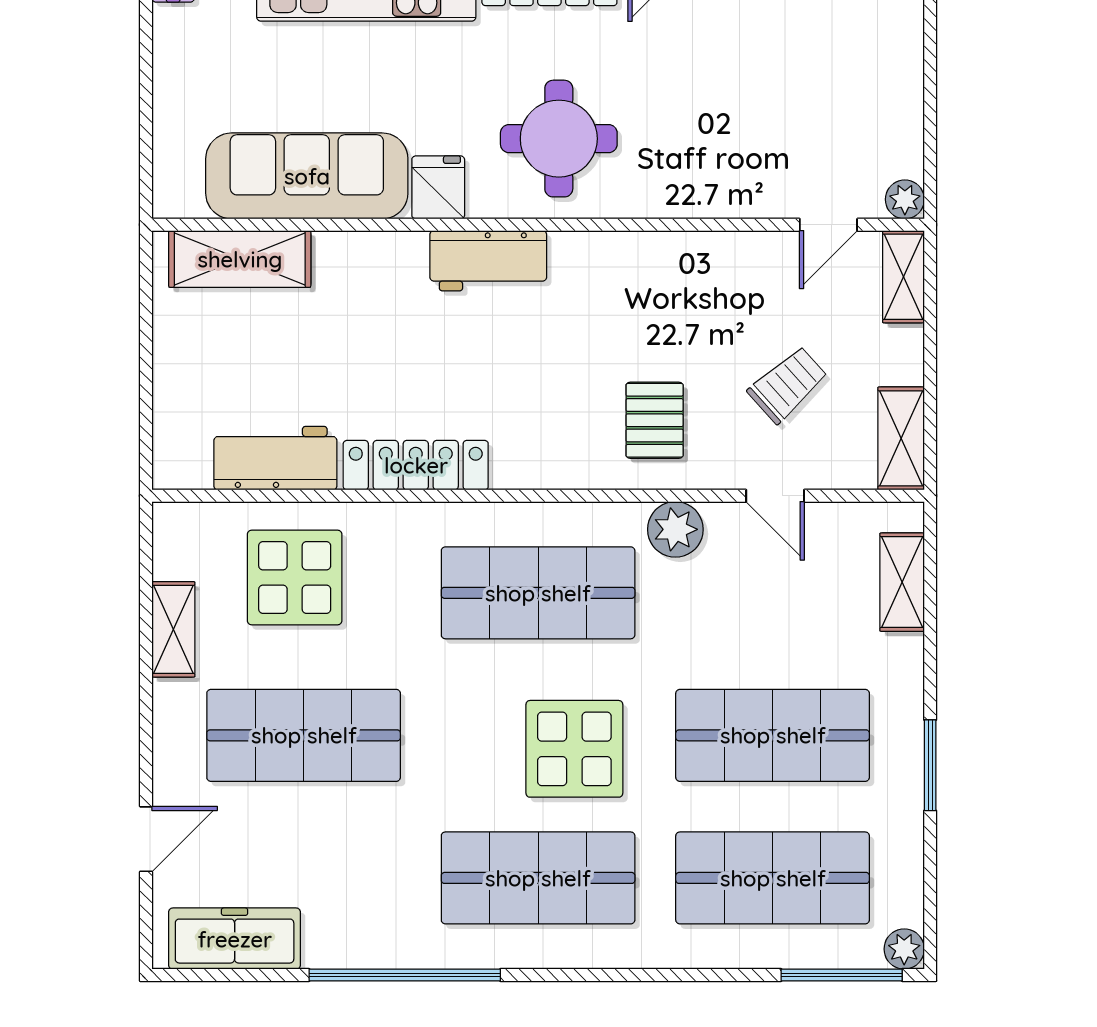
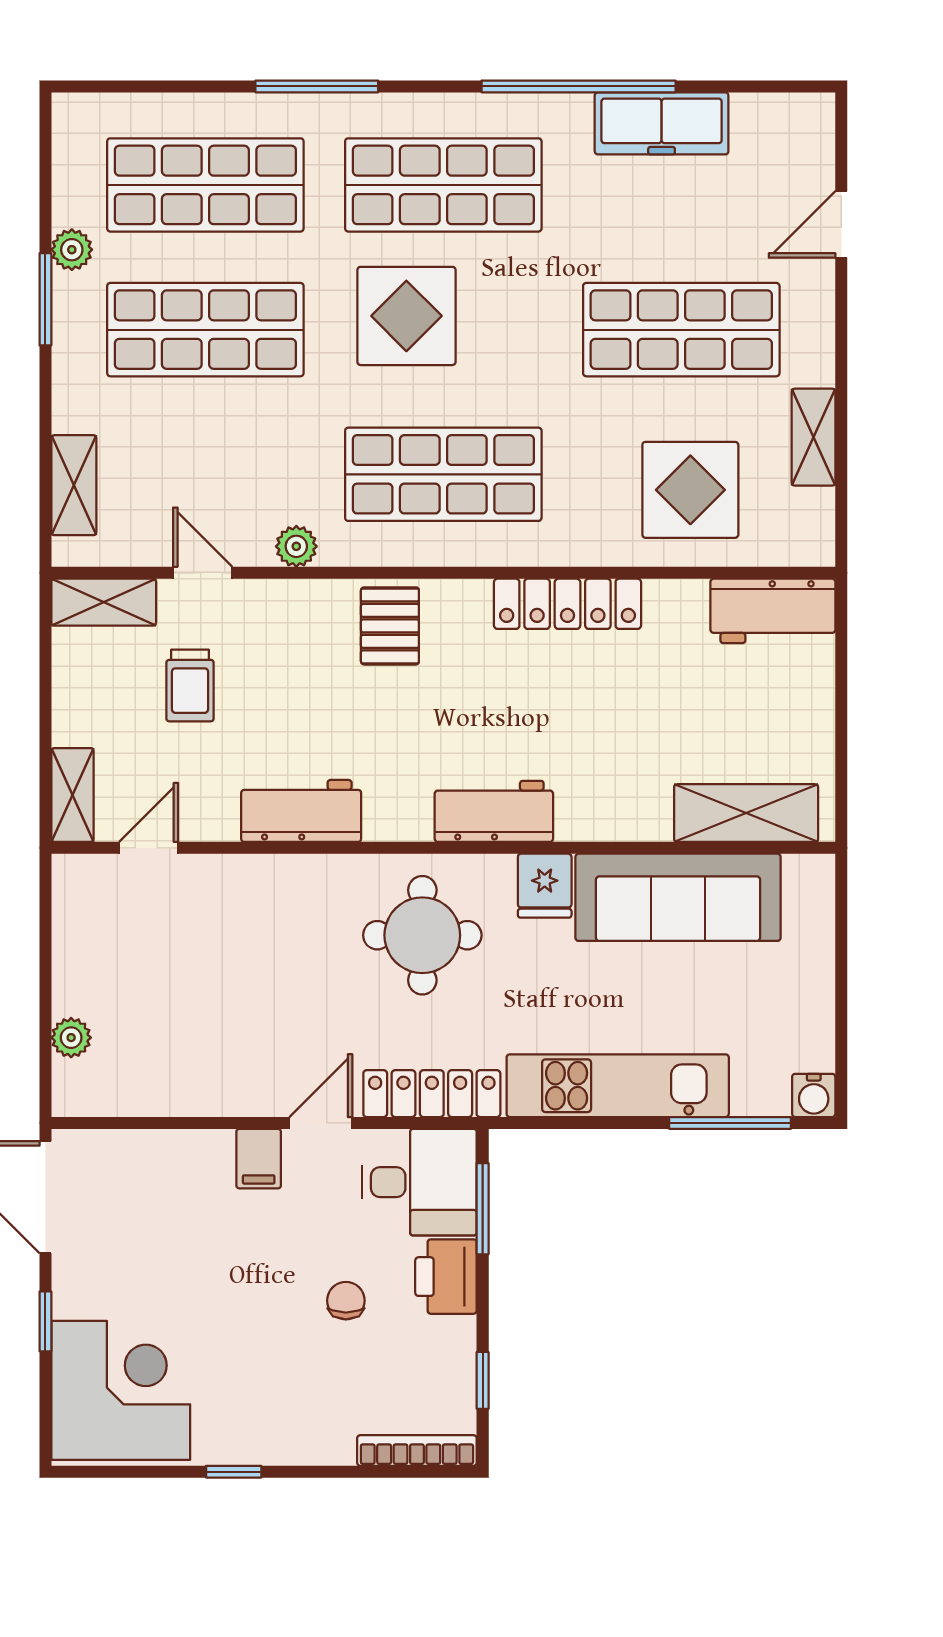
plant: (905, 199) -> (71, 1038), moved
workbench: (678, 261) -> (301, 811), added
trolley: (788, 385) -> (190, 686), turned -48
pallet: (655, 420) -> (390, 626), moved
shelving: (901, 438) -> (104, 602), moved, turned 90
workbench: (275, 458) -> (773, 611), moved
plant: (675, 529) -> (296, 546), width x0.73, depth x0.73
freezer: (235, 939) -> (662, 123), moved
plant: (904, 949) -> (72, 250), moved
window: (842, 975) -> (317, 86), moved

